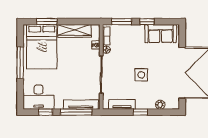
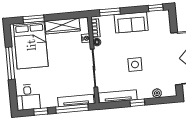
window: (147, 22) -> (156, 8), moved
sofa: (161, 34) -> (131, 22), moved
desk: (39, 97) -> (28, 97), width x0.73
tv unit: (122, 104) -> (118, 96), width x1.41

